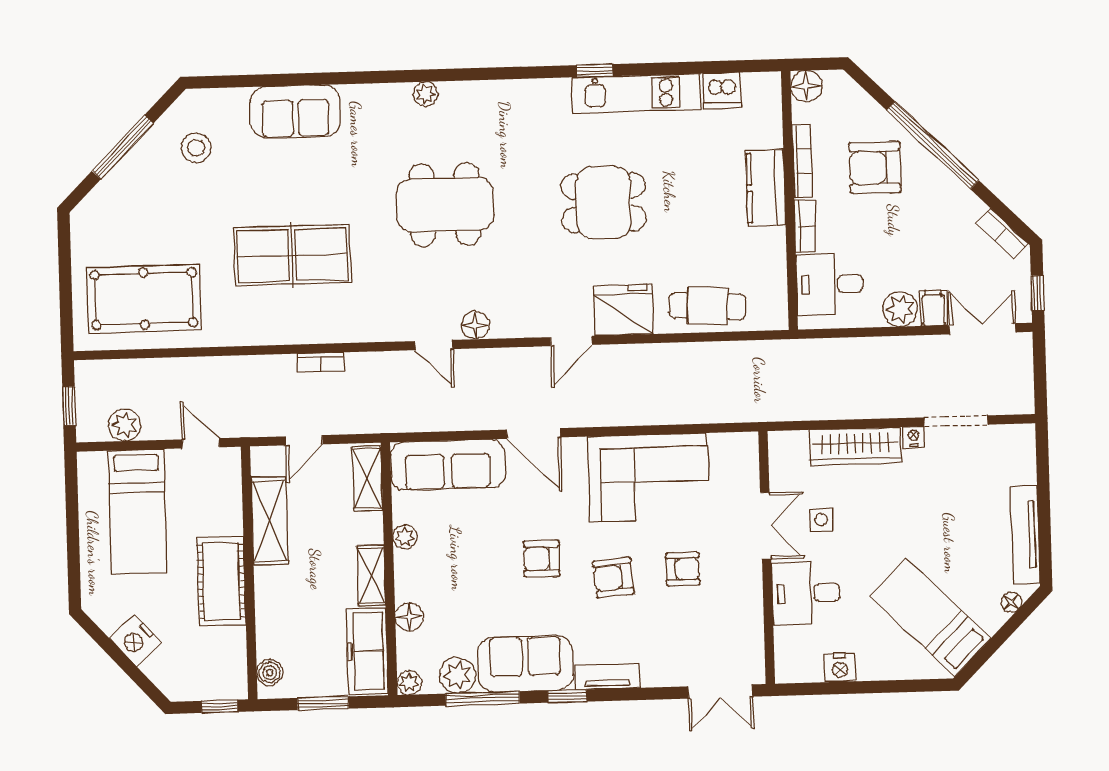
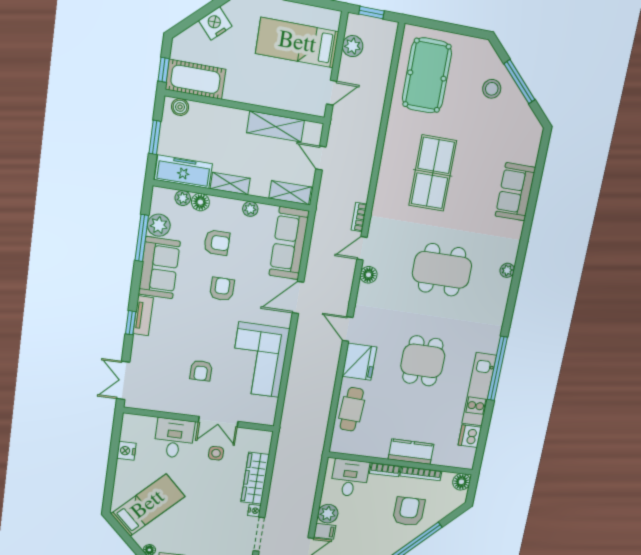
window: (595, 71) -> (497, 369), width x3.17
stool: (196, 148) -> (492, 89), moved
dining table: (445, 205) -> (442, 270), turned 90
bookcase: (321, 362) -> (359, 217), moved
armchair: (613, 578) -> (217, 243), moved, turned 95
cot: (221, 581) -> (195, 79), moved
plant: (409, 683) -> (183, 198), moved
window: (567, 696) -> (131, 323), moved

